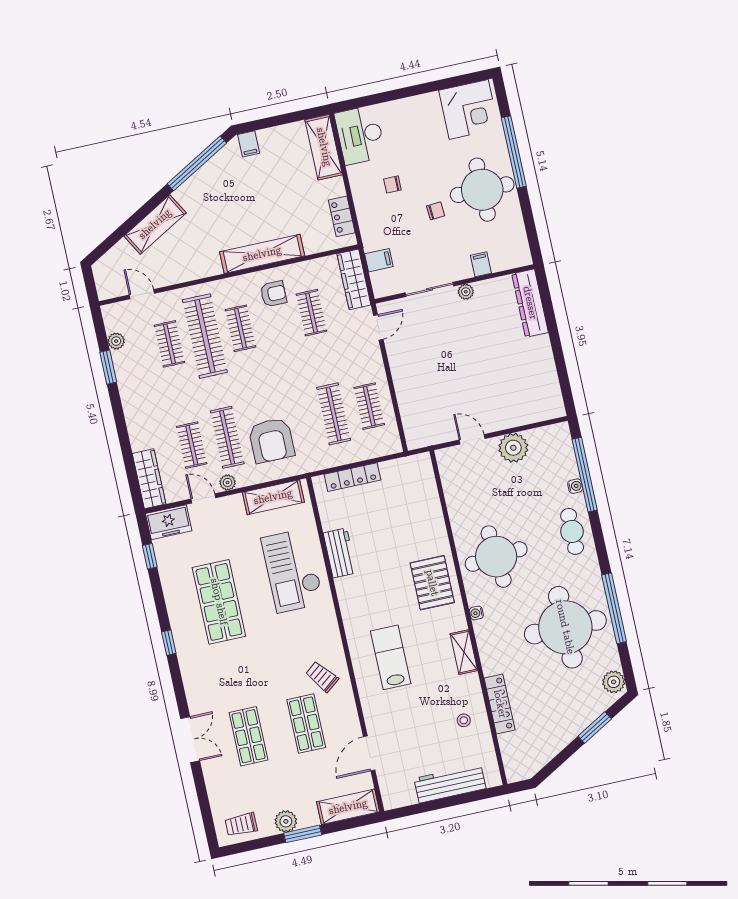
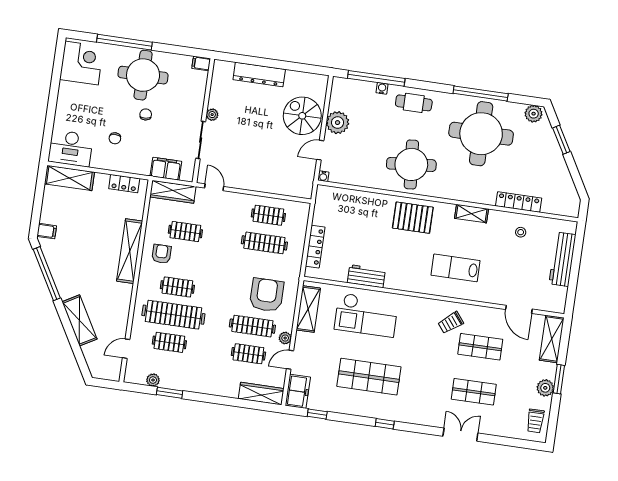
filing cabinet: (379, 260) -> (166, 169), width x2.00
filing cabinet: (481, 264) -> (201, 63), moved
dresser: (530, 303) -> (259, 74), moved
spiral stairs: (505, 402) -> (302, 116), added
armchair: (271, 440) -> (267, 295), turned -90
water cooler: (476, 613) -> (323, 176), moved

